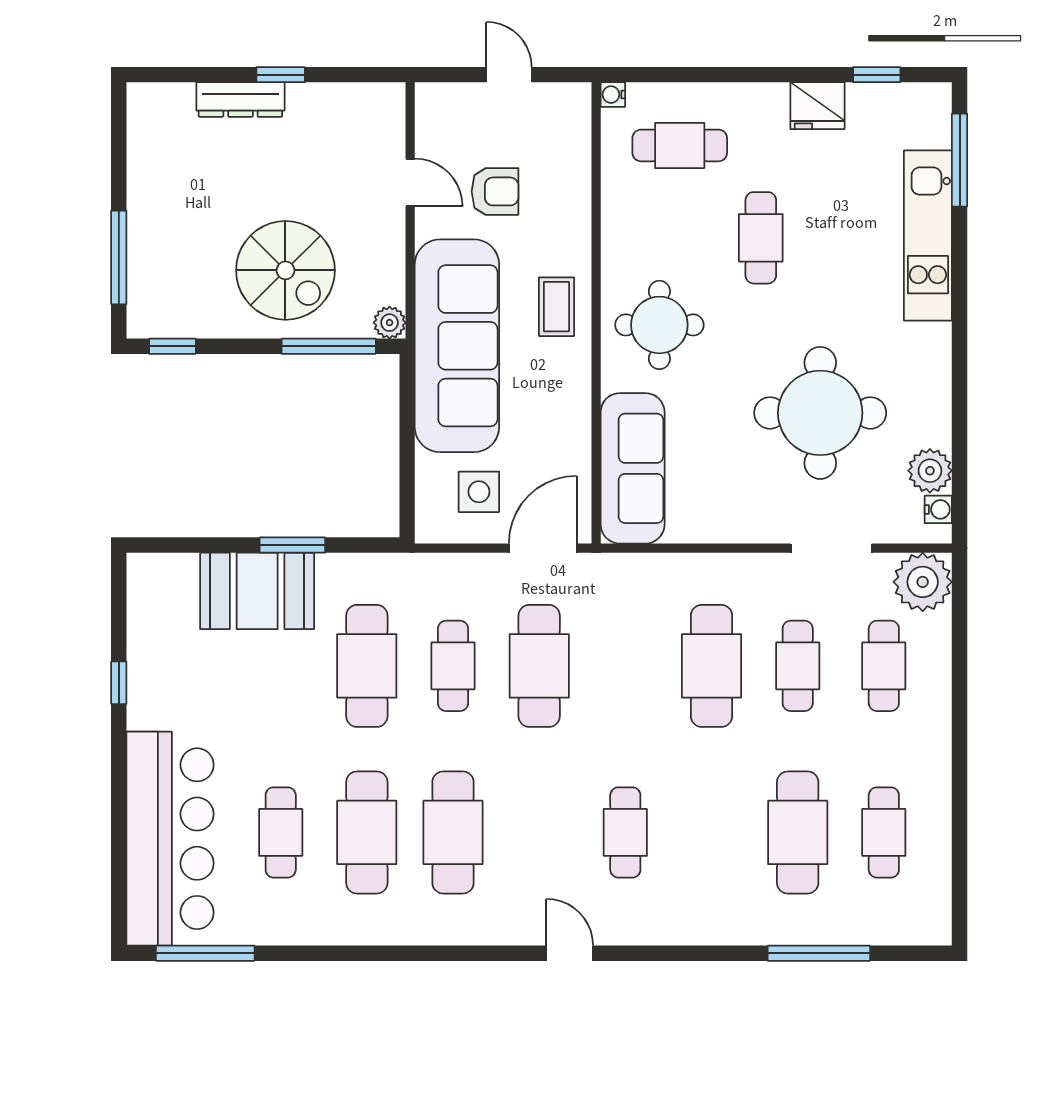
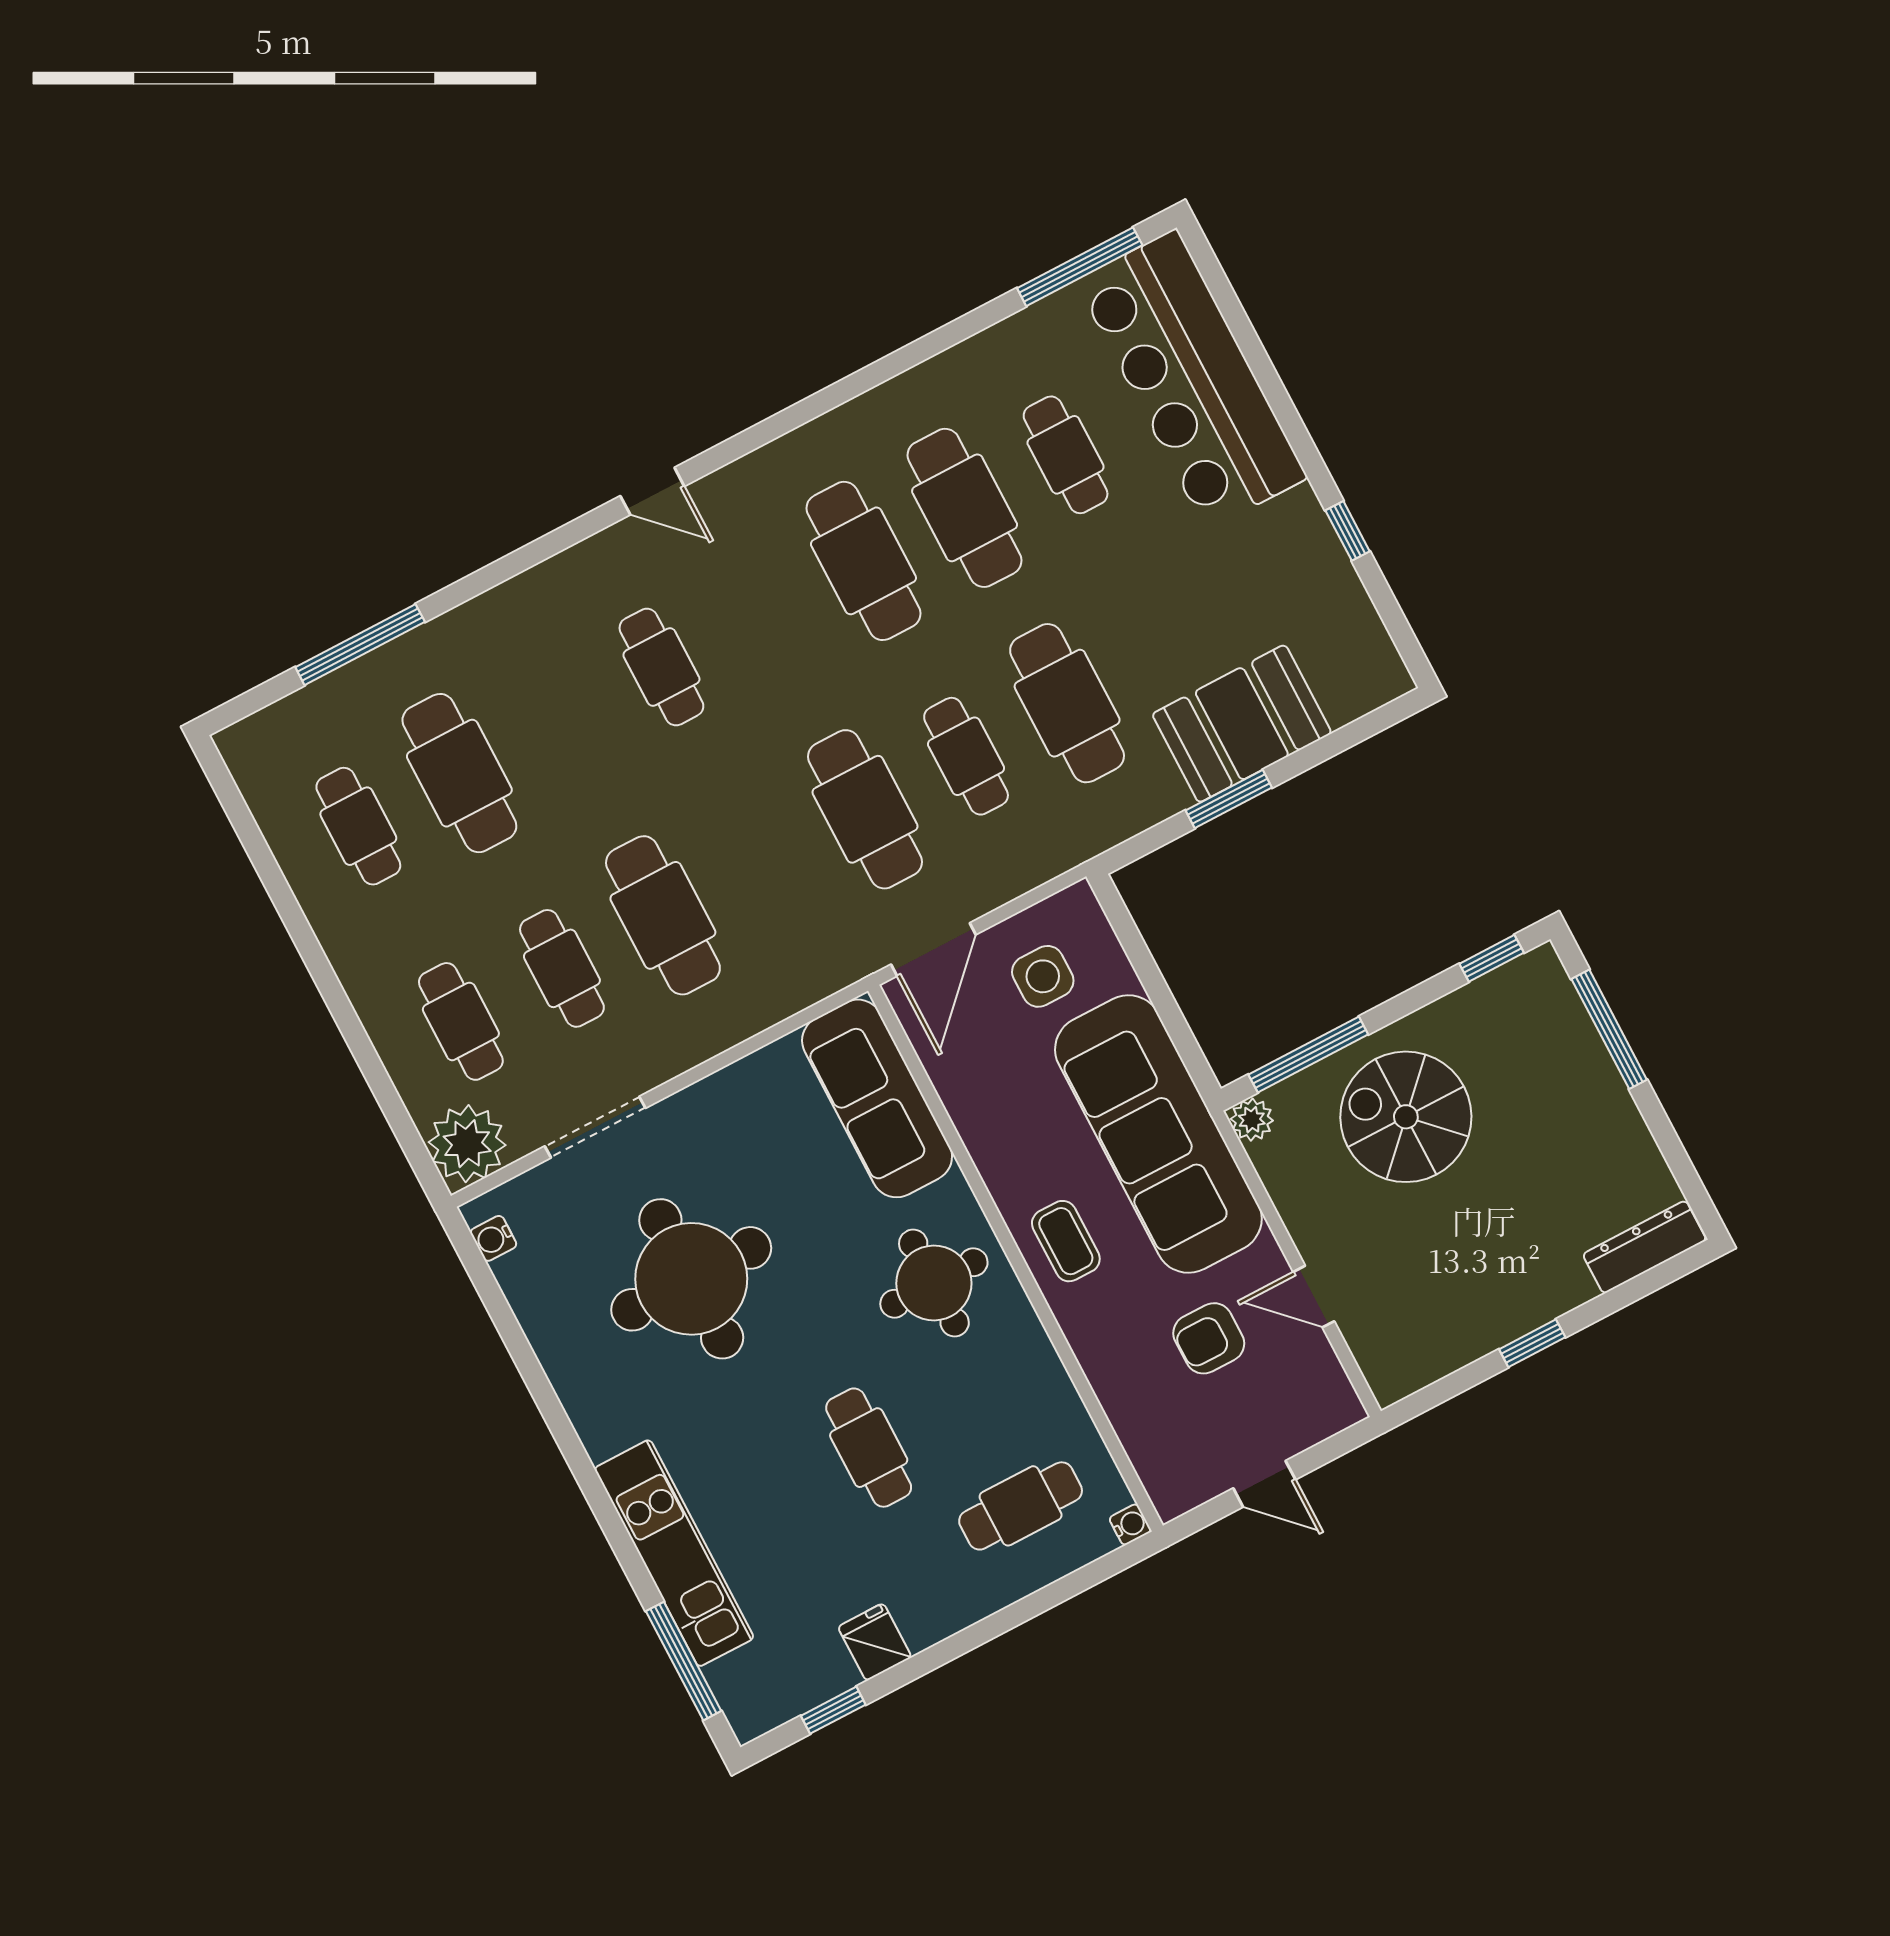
dresser: (240, 100) -> (1645, 1247), moved
fridge: (817, 106) -> (875, 1642), width x0.72
plant: (930, 471) -> (527, 1279), removed

